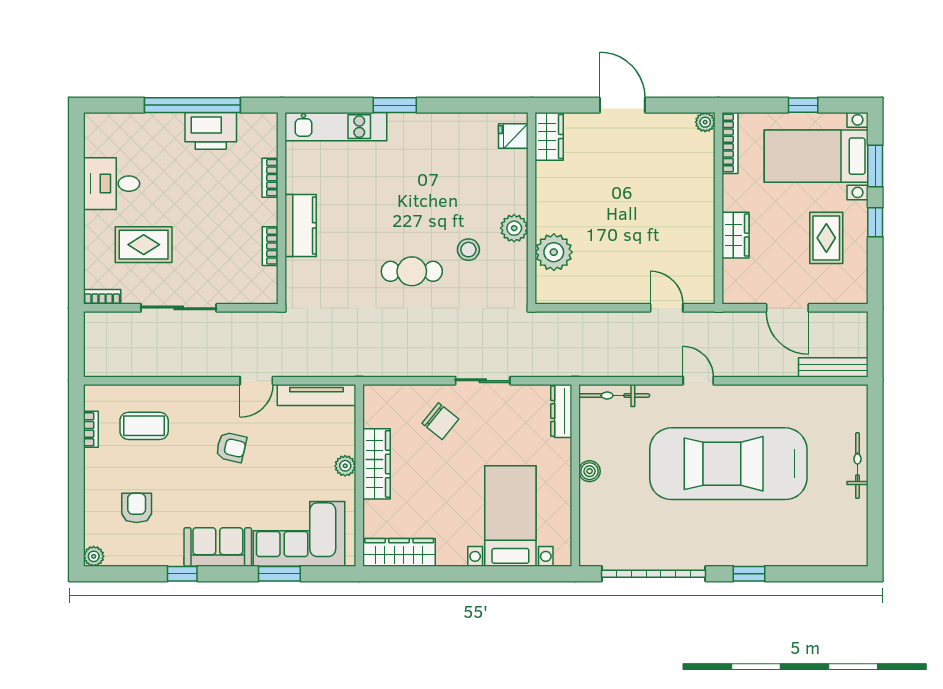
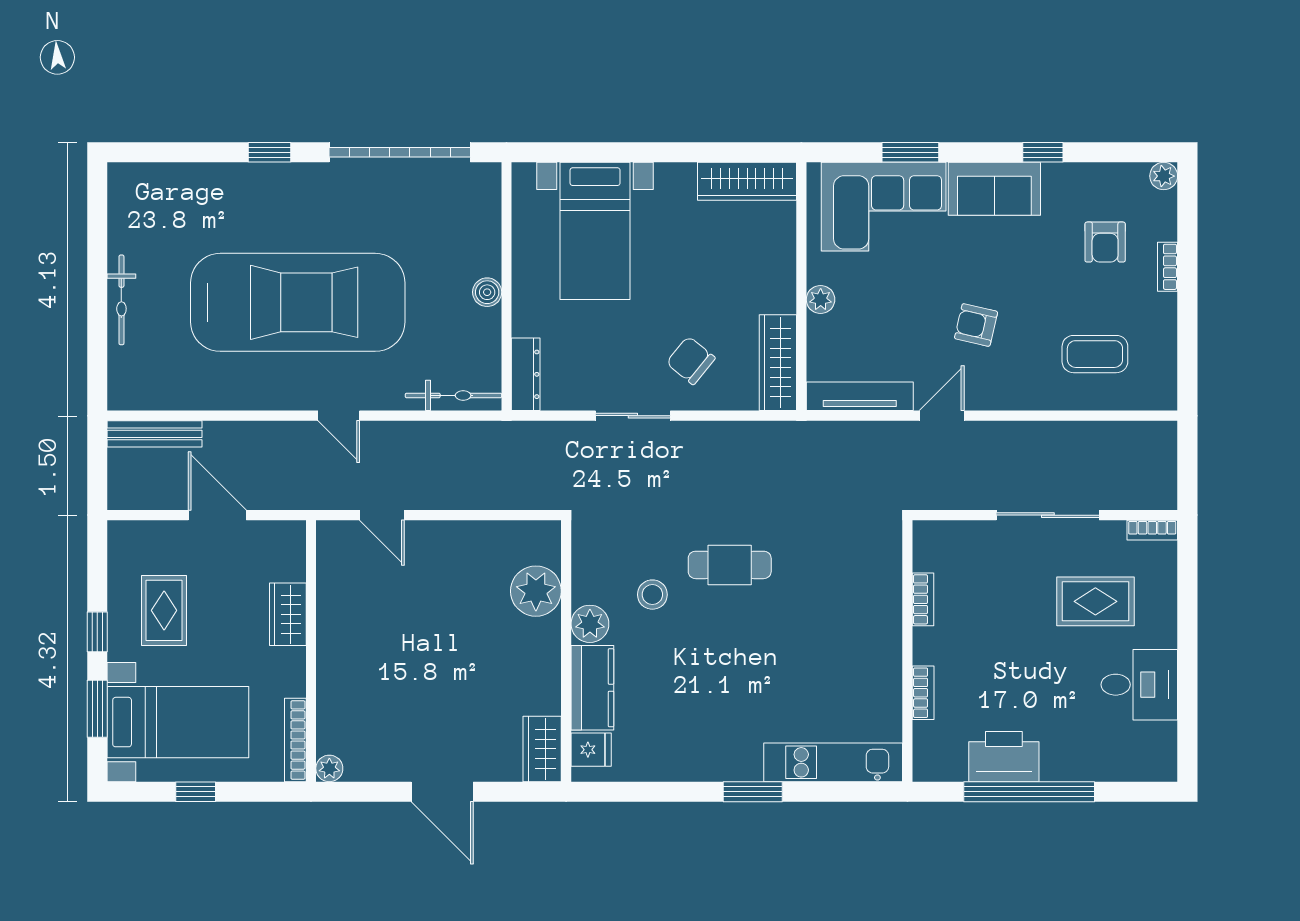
kitchen counter: (301, 225) -> (592, 688), moved, turned 180
bookcase: (91, 429) -> (1168, 267), moved
wardrobe: (376, 464) -> (778, 363), moved

